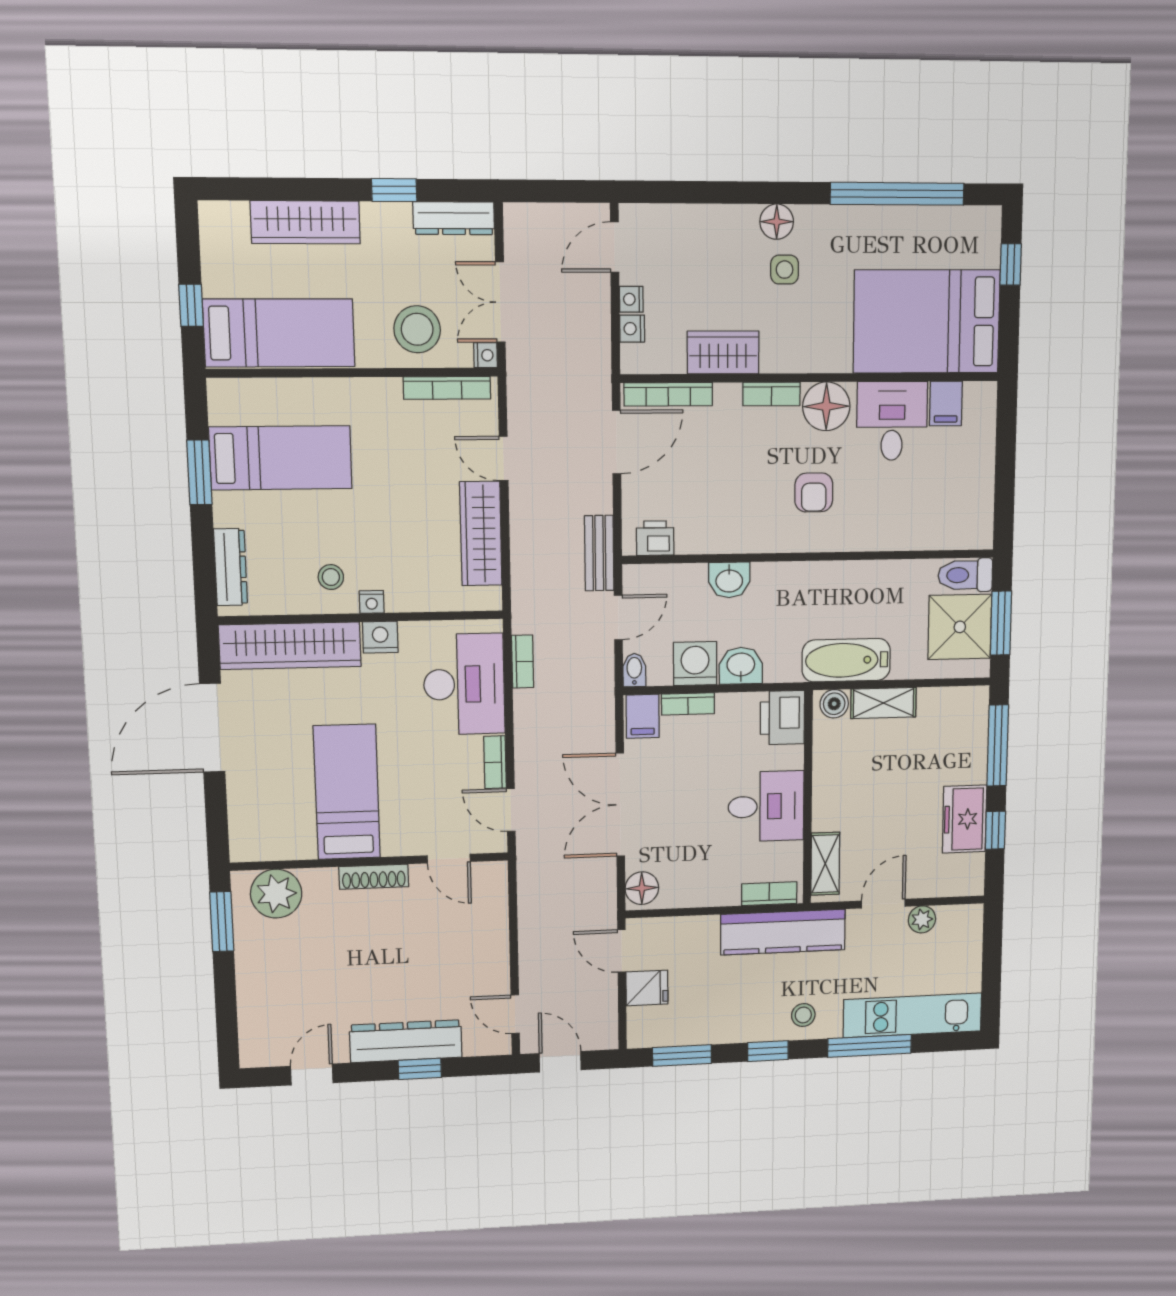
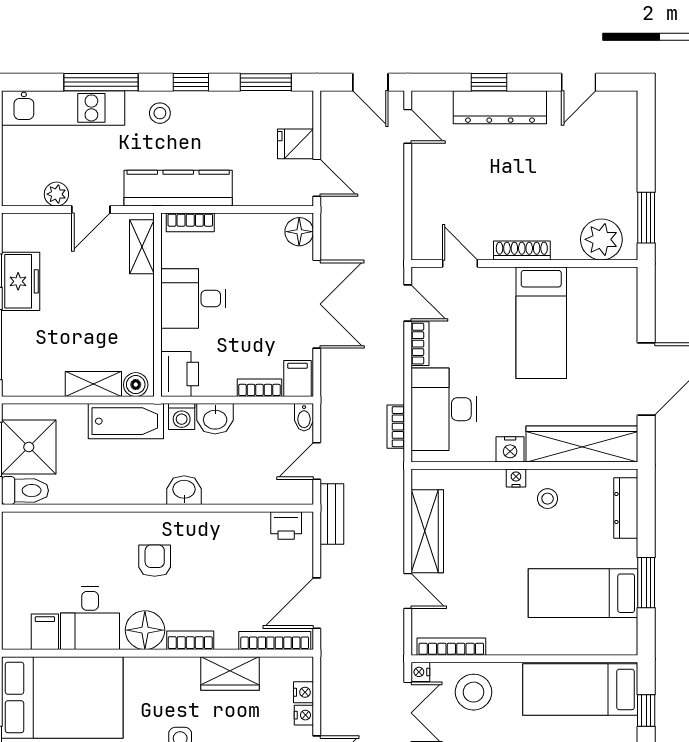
washbasin: (729, 580) -> (184, 490), moved
washing machine: (695, 664) -> (182, 417), moved, width x0.73, depth x0.73

